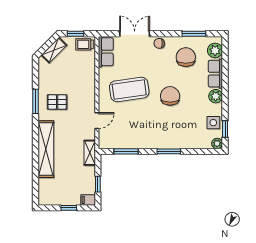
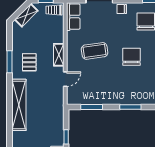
coffee table: (129, 89) -> (95, 51), width x0.73, depth x0.76
pallet: (57, 102) -> (29, 62), turned 90
shelving: (90, 153) -> (59, 55), moved

